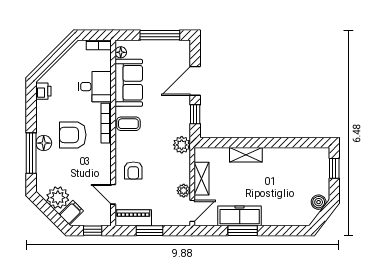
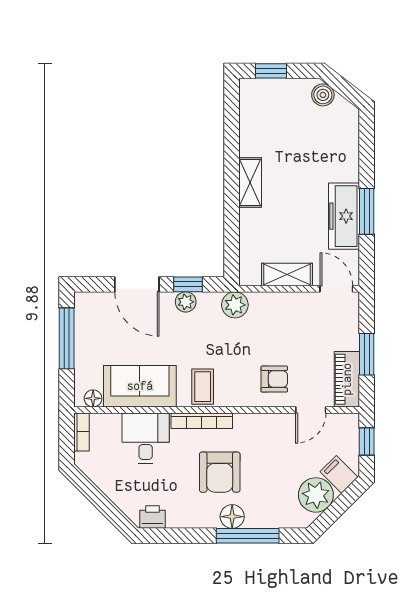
shelving: (246, 155) -> (250, 183), moved
plant: (184, 191) -> (186, 302), moved

